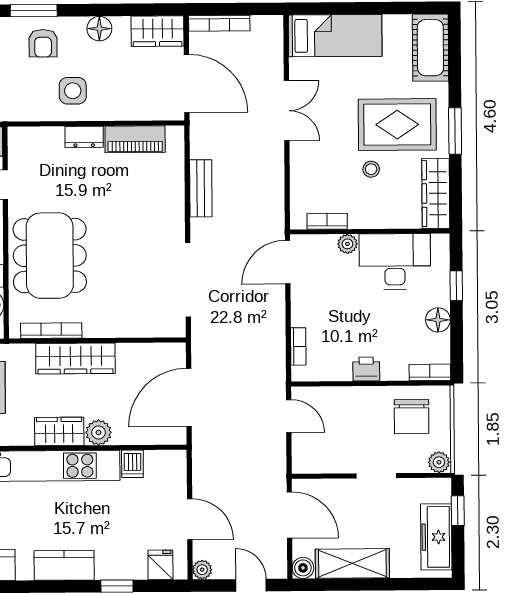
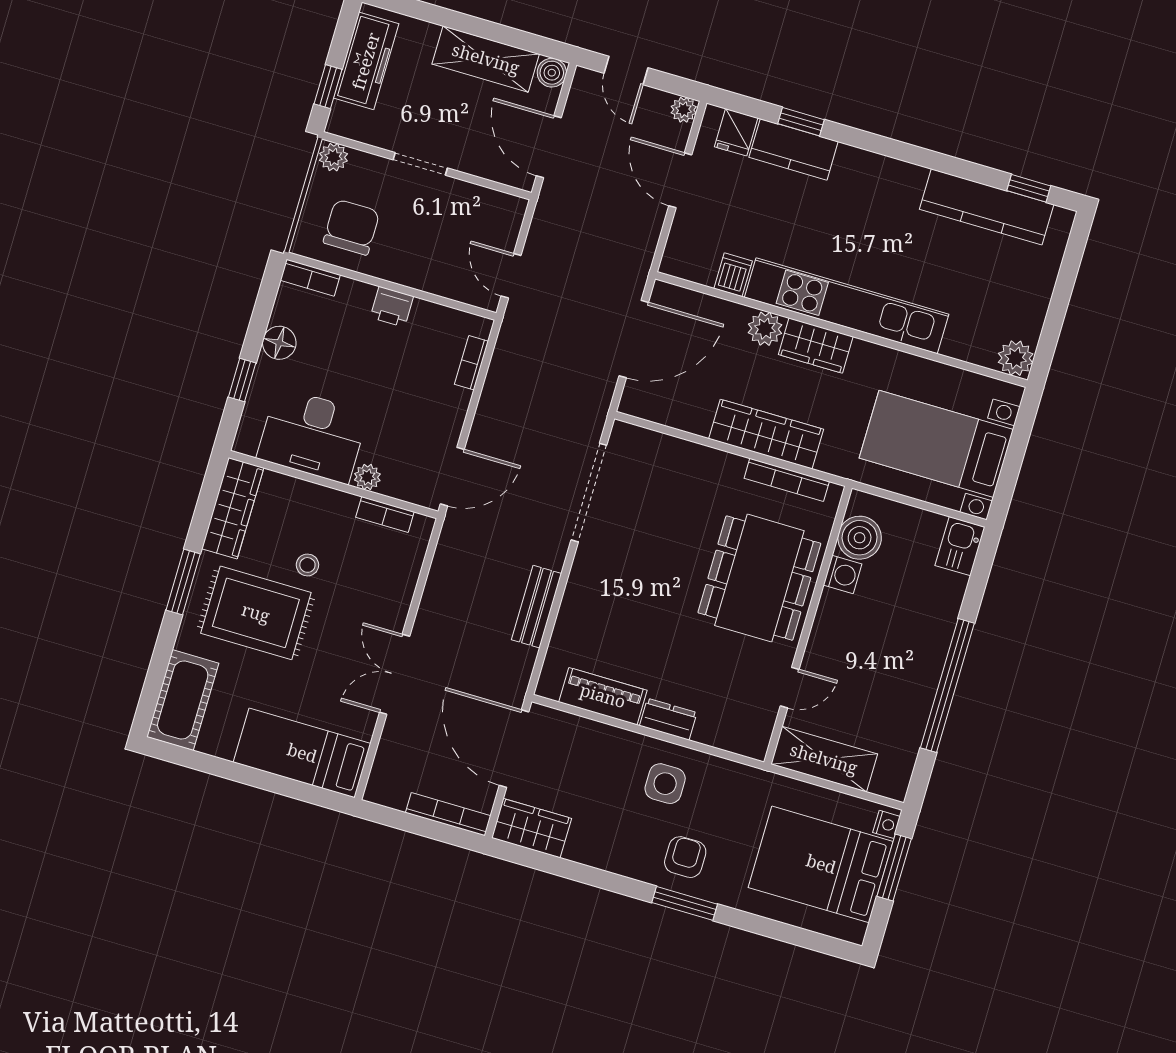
floor lamp: (99, 29) -> (606, 854), removed
kitchen counter: (64, 565) -> (794, 149), moved

